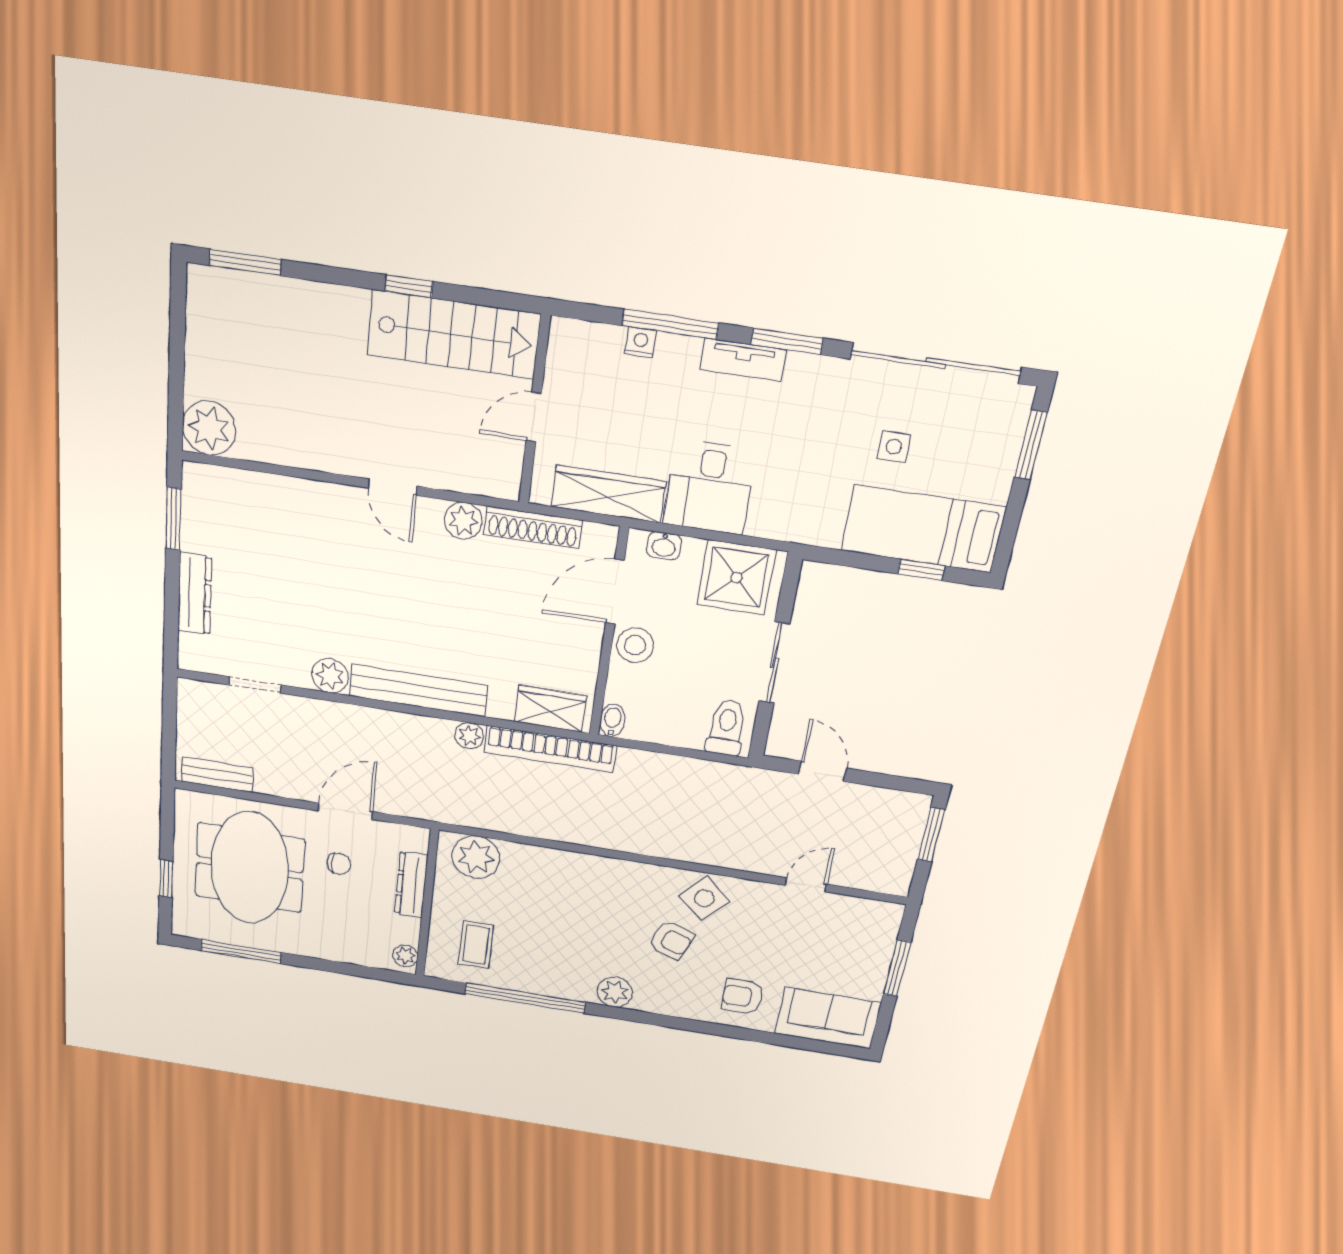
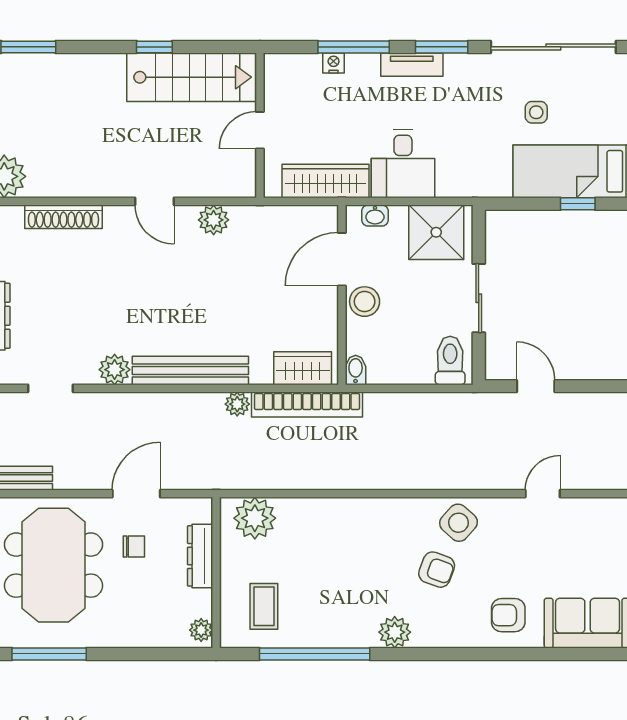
shoe rack: (533, 527) -> (63, 217), moved

